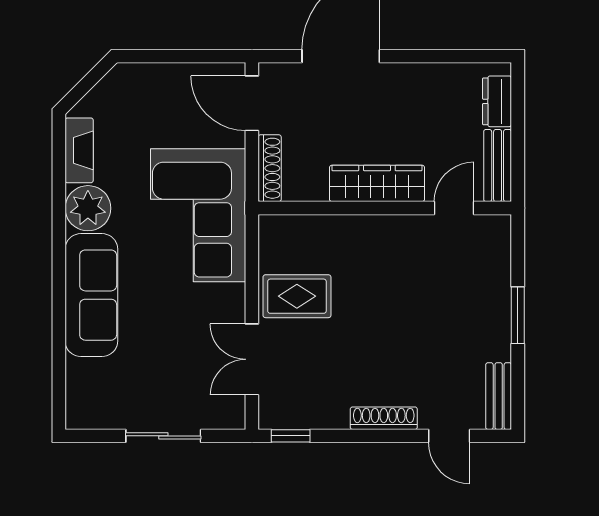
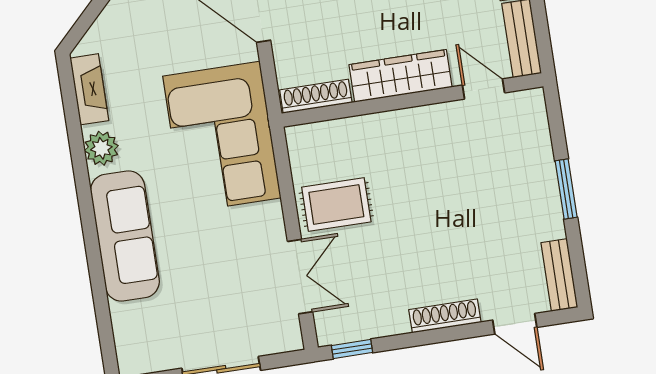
shoe rack: (270, 168) -> (316, 96), moved, turned -90
plant: (88, 208) -> (101, 148), width x0.73, depth x0.73
door: (454, 208) -> (483, 89), hinge flipped
double door: (252, 359) -> (300, 277), swing flipped

